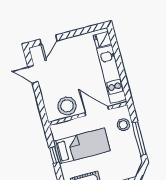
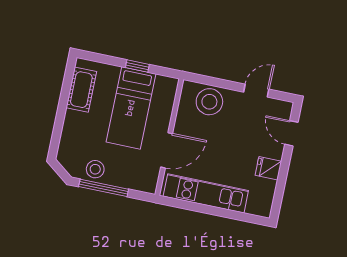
fridge: (102, 39) -> (268, 168), moved, turned -90
stool: (67, 106) -> (209, 102), moved
stool: (123, 125) -> (95, 169), moved

